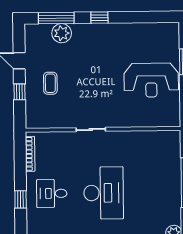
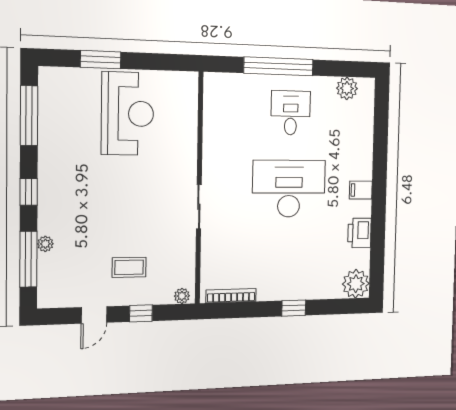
window: (148, 17) -> (29, 116), added
plant: (62, 33) -> (45, 244), width x0.53, depth x0.53
plant: (31, 119) -> (182, 296), added
desk: (52, 193) -> (291, 113), moved, turned 180

